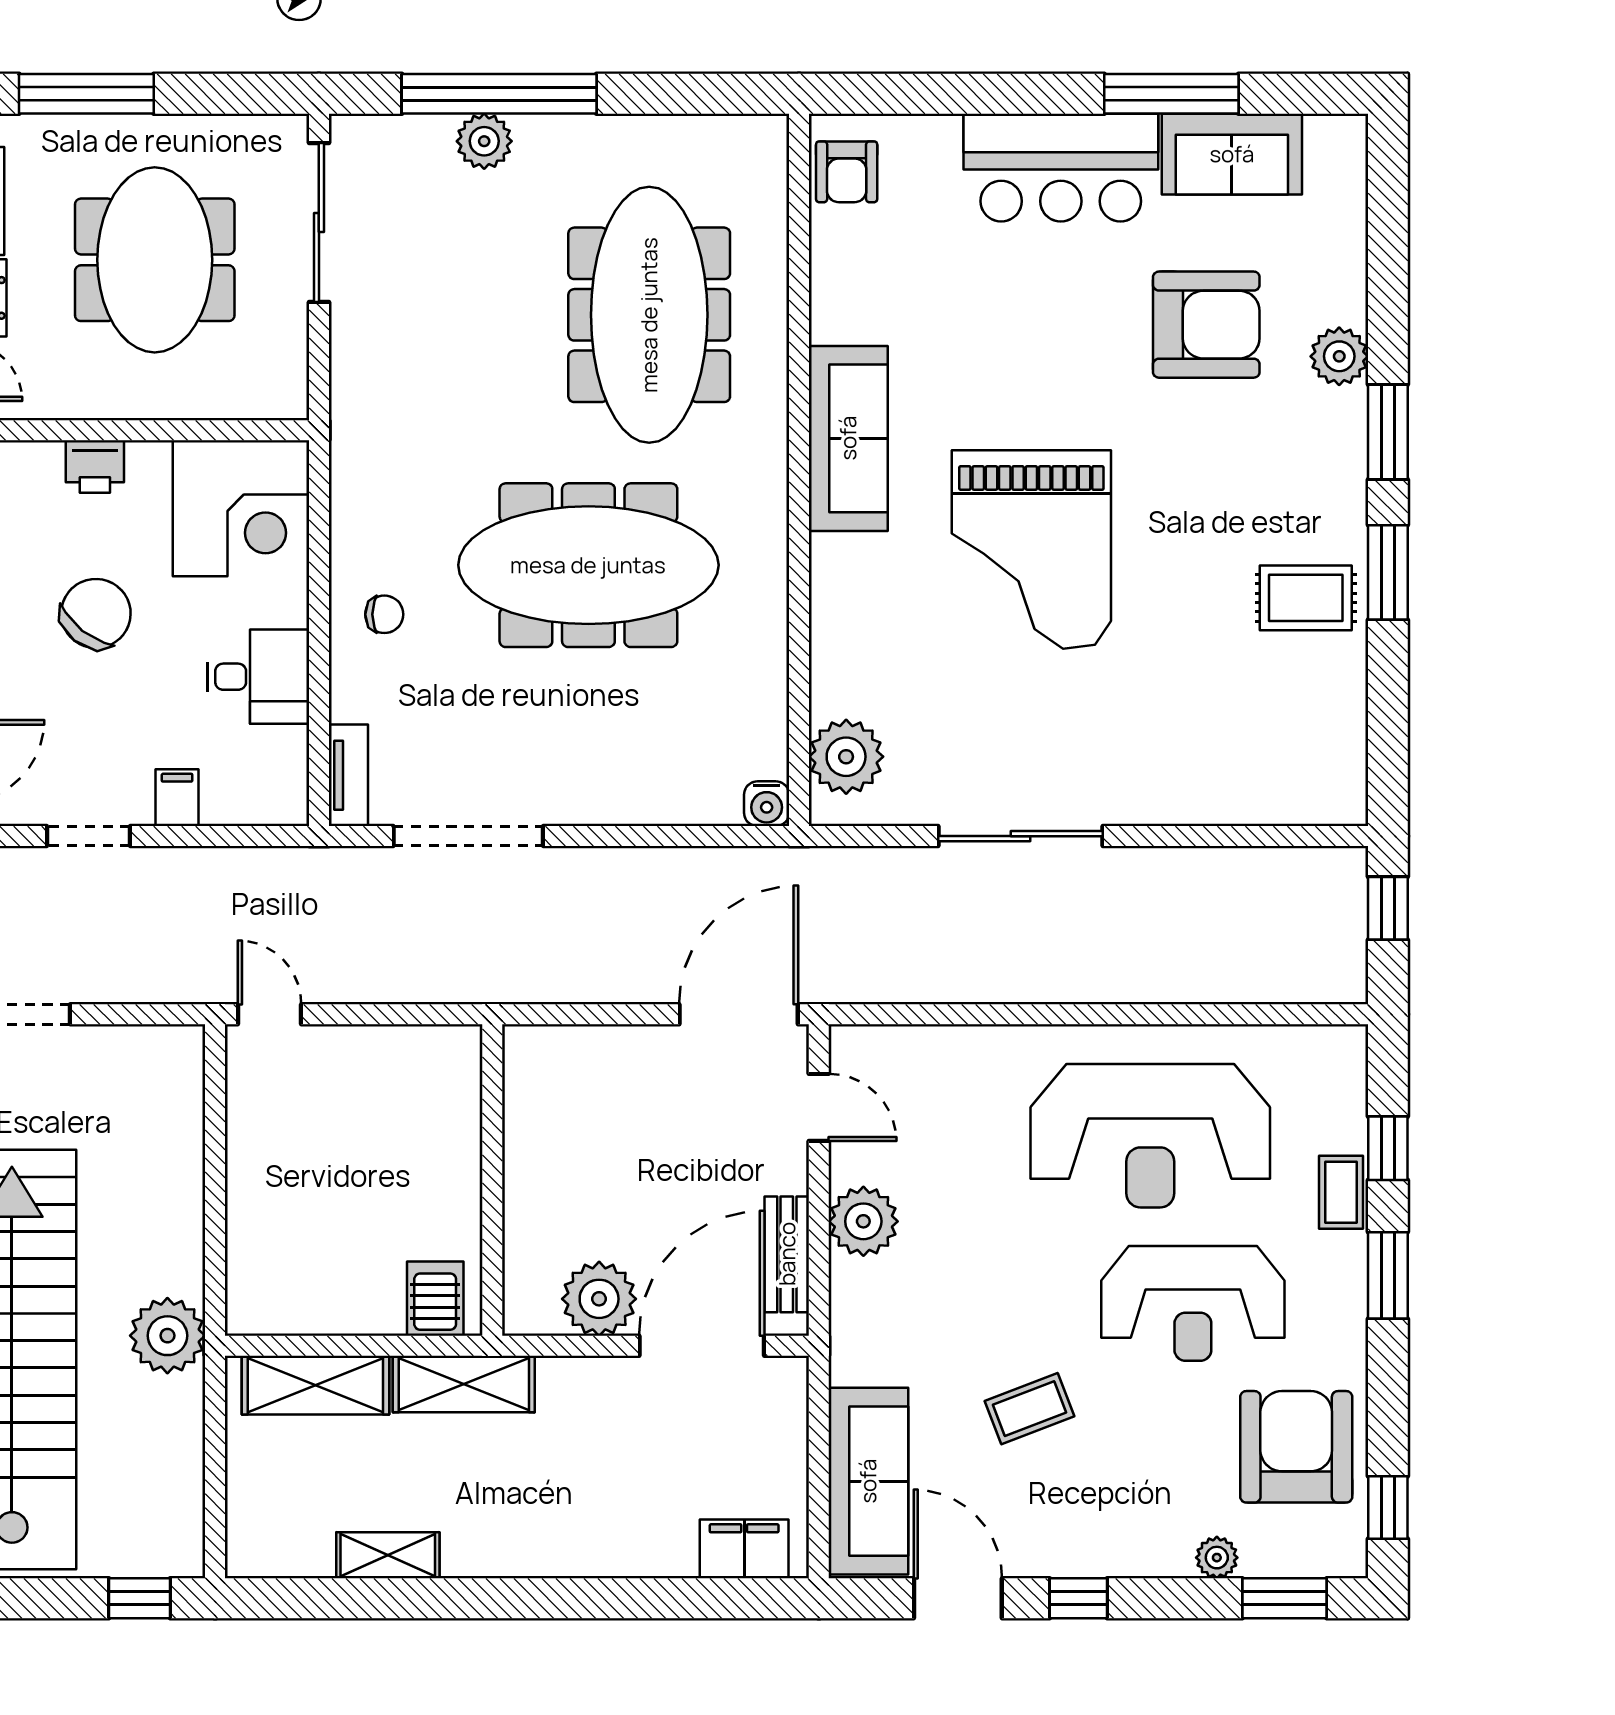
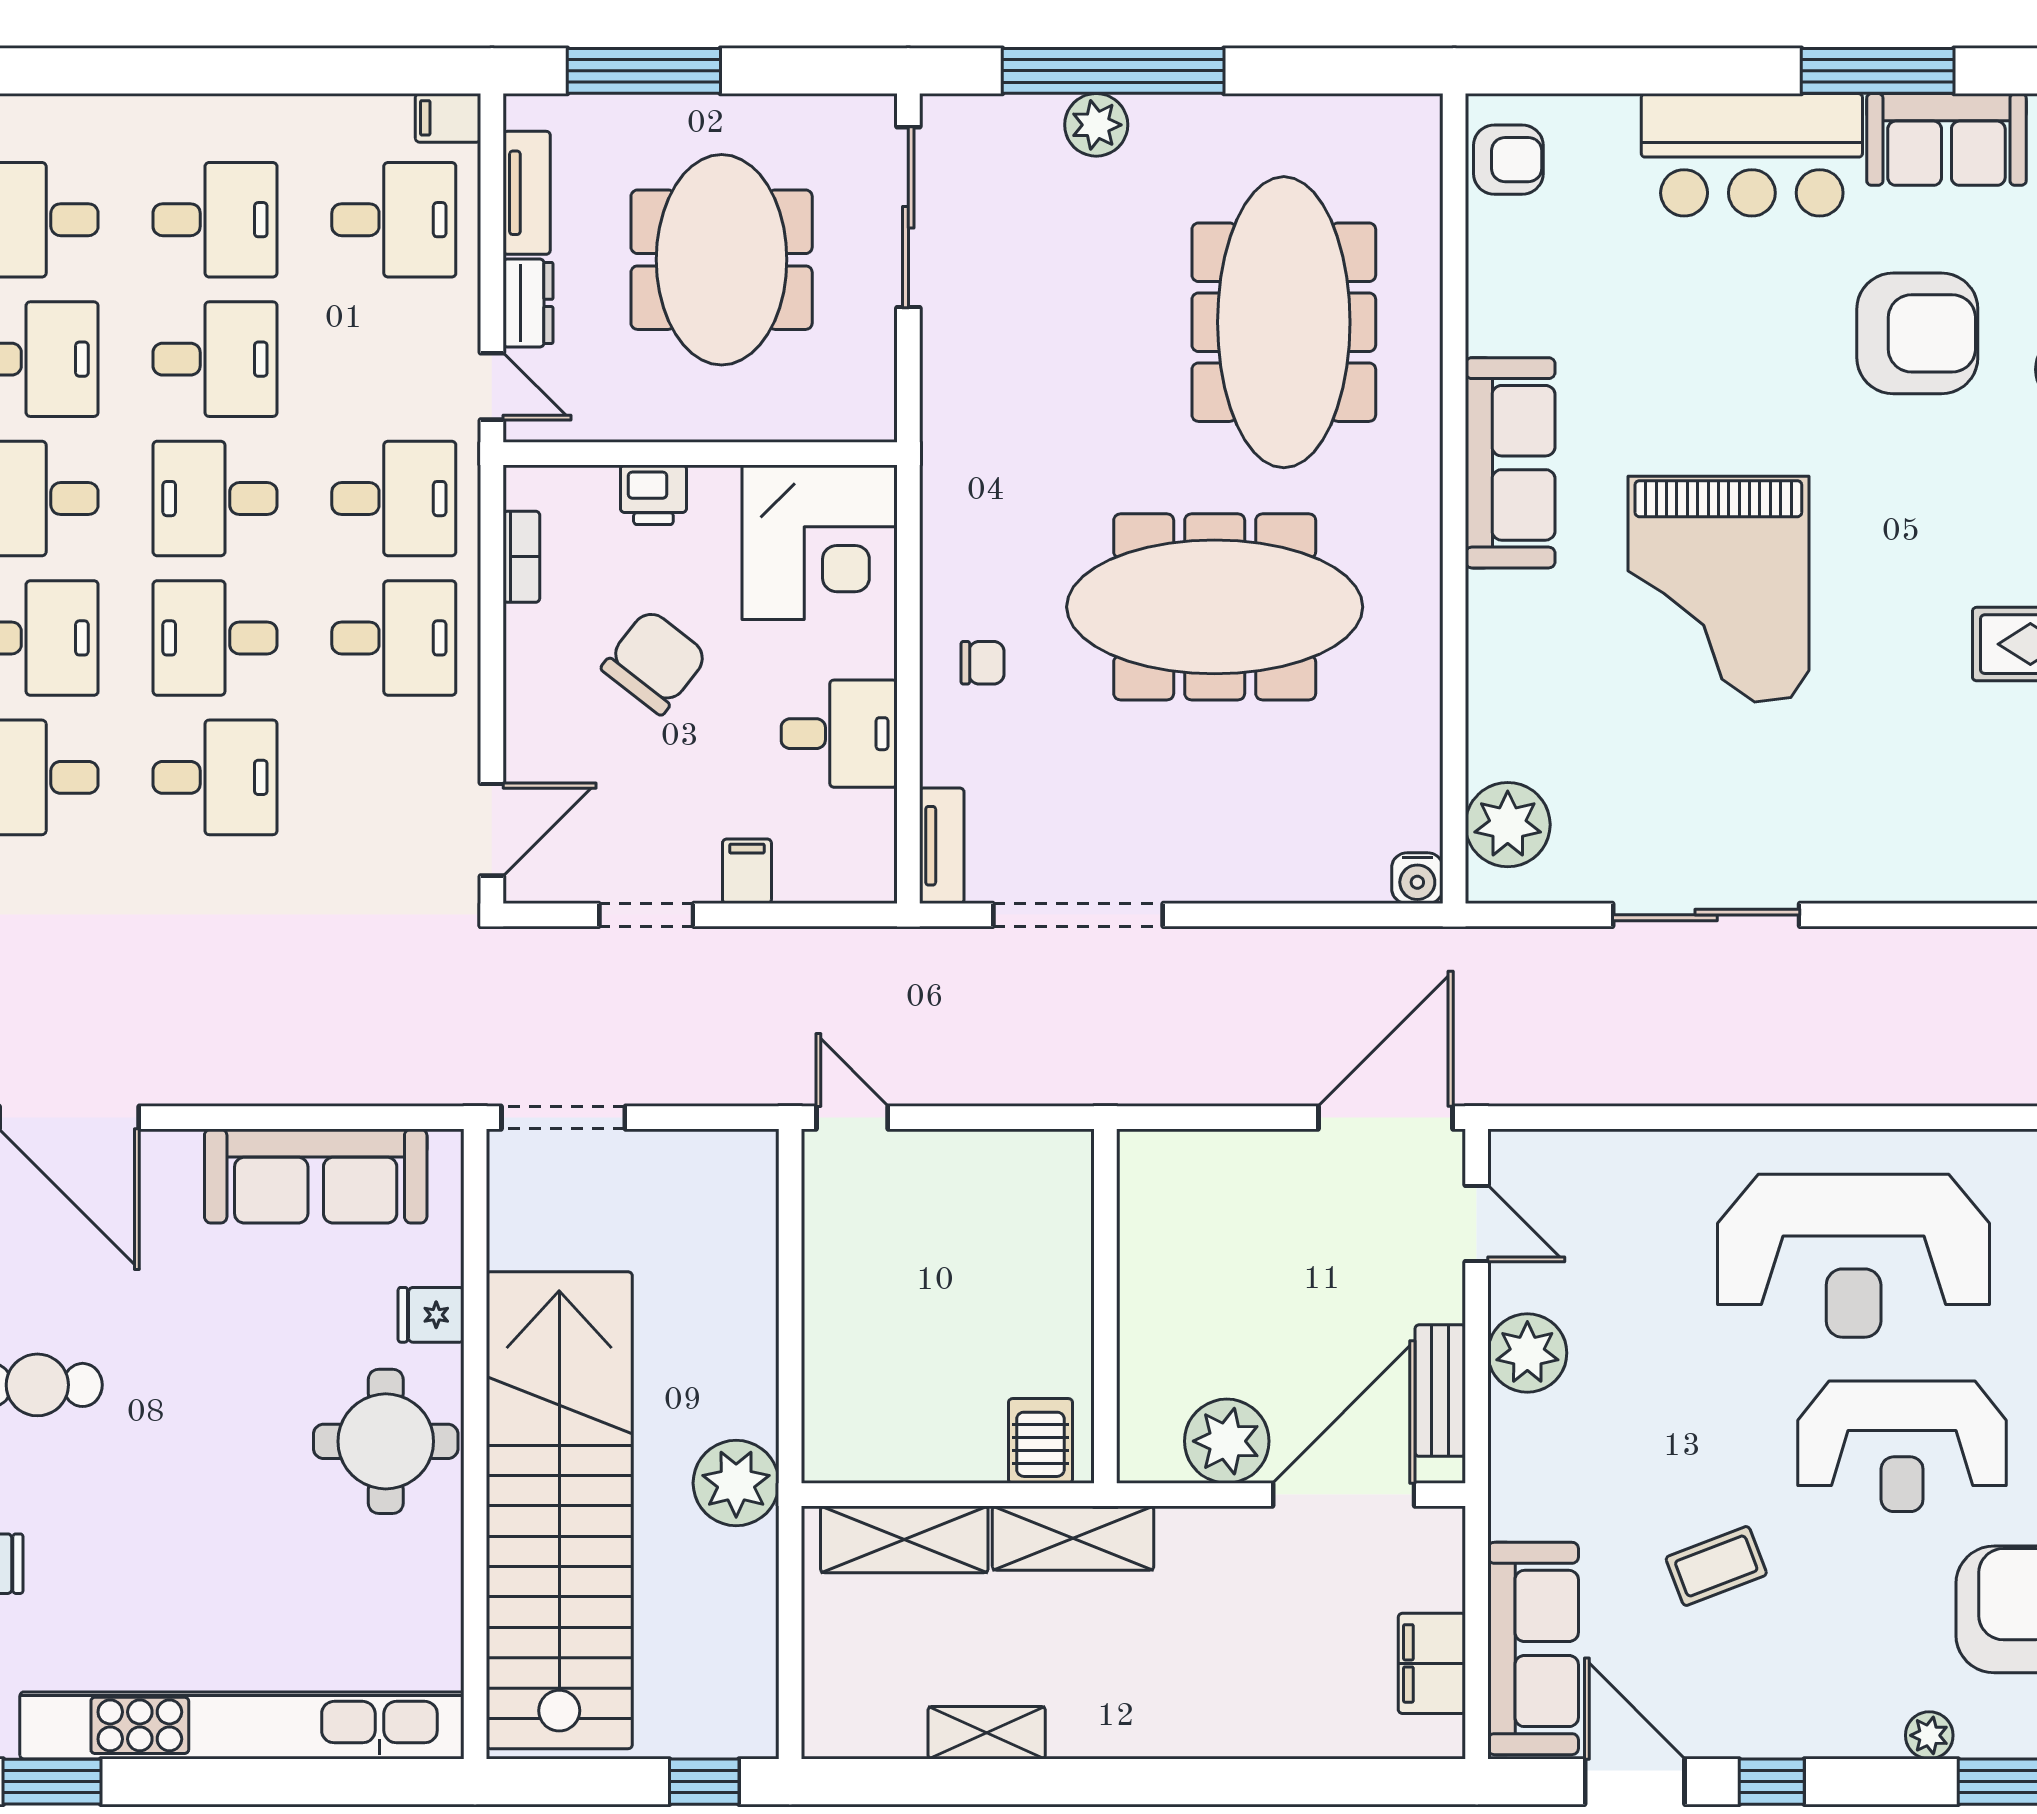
armchair: (847, 172) -> (1508, 160), turned -90
filing cabinet: (744, 1549) -> (1432, 1663), moved, turned -90

